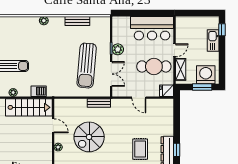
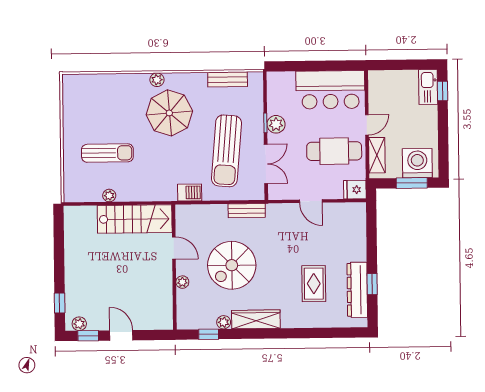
bench: (77, 21) -> (228, 79), moved
kitchen sink: (213, 40) -> (428, 87), moved
parasol: (51, 41) -> (169, 113), added
barbecue: (39, 91) -> (190, 192), moved

